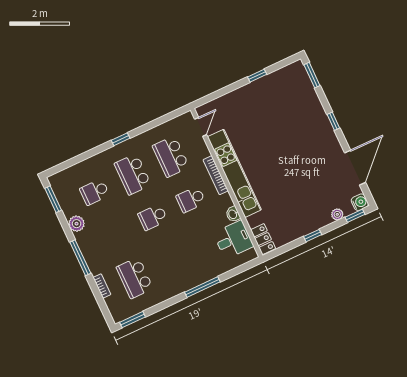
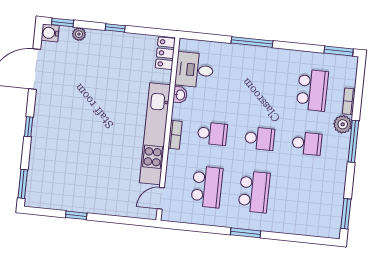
window: (121, 139) -> (246, 233), width x1.50
bookcase: (216, 175) -> (175, 135), width x0.64
school desk: (95, 192) -> (307, 143), moved
plant: (77, 224) -> (343, 124), moved

